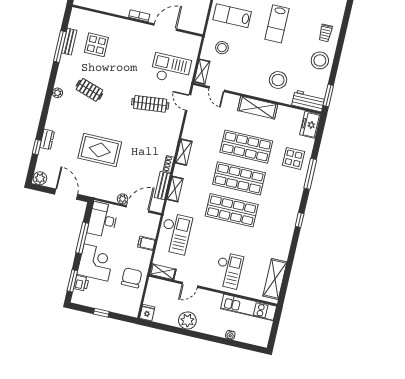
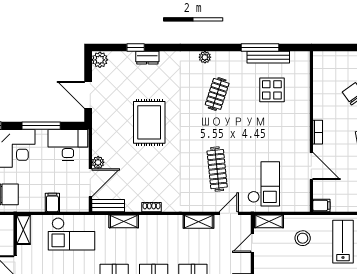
filing cabinet: (199, 26) -> (321, 205), added
bench: (69, 42) -> (268, 57), width x1.36
shelving: (184, 152) -> (198, 222), moved
bench: (162, 186) -> (108, 206), moved
door: (66, 194) -> (88, 95), swing flipped
door: (138, 209) -> (90, 183), hinge flipped

